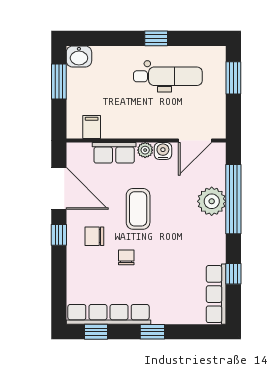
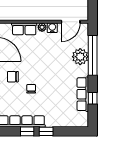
filing cabinet: (92, 127) -> (11, 14), removed
coffee table: (138, 209) -> (38, 61), removed
row of seats: (216, 294) -> (83, 94), moved
window: (96, 332) -> (27, 131), moved

